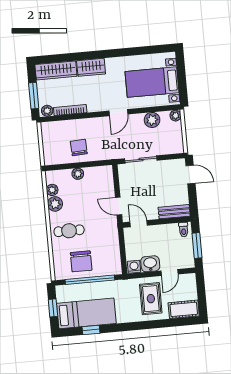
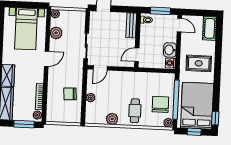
door: (118, 113) -> (47, 59), hinge flipped
plant: (52, 190) -> (168, 123), moved
door: (119, 206) -> (100, 68), moved
chair: (81, 261) -> (160, 104), turned -90
door: (169, 273) -> (179, 25), moved
rug: (151, 299) -> (199, 63), moved
bed: (86, 313) -> (197, 106), width x1.50
window: (91, 330) -> (215, 118), moved

